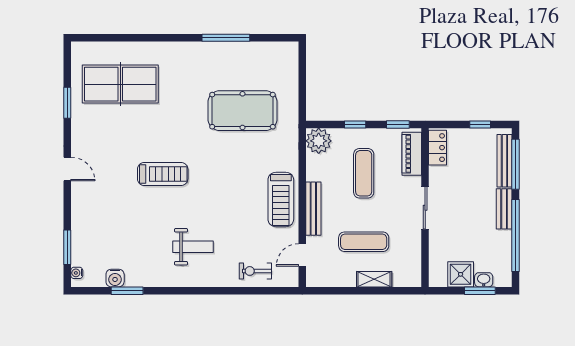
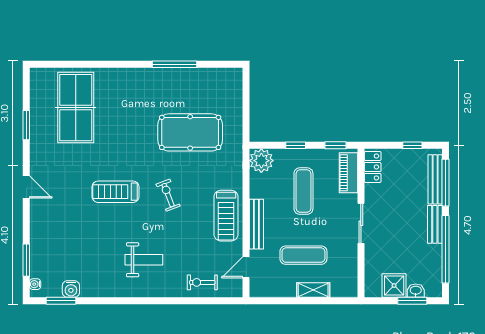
table tennis table: (120, 84) -> (76, 108), turned 90
treadmill: (163, 174) -> (115, 192), turned 180
exercise bike: (219, 178) -> (168, 195), added
window: (127, 291) -> (61, 301), moved

